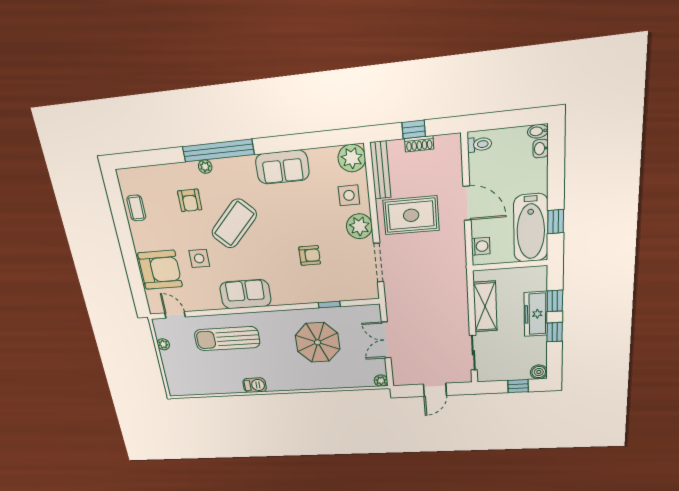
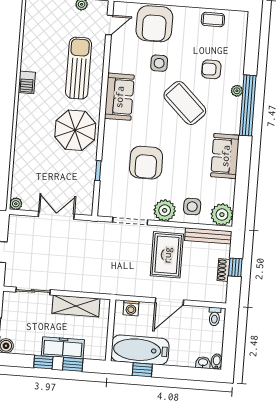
armchair: (310, 255) -> (146, 163), width x1.88, depth x1.88
parasol: (318, 342) -> (75, 130), moved

